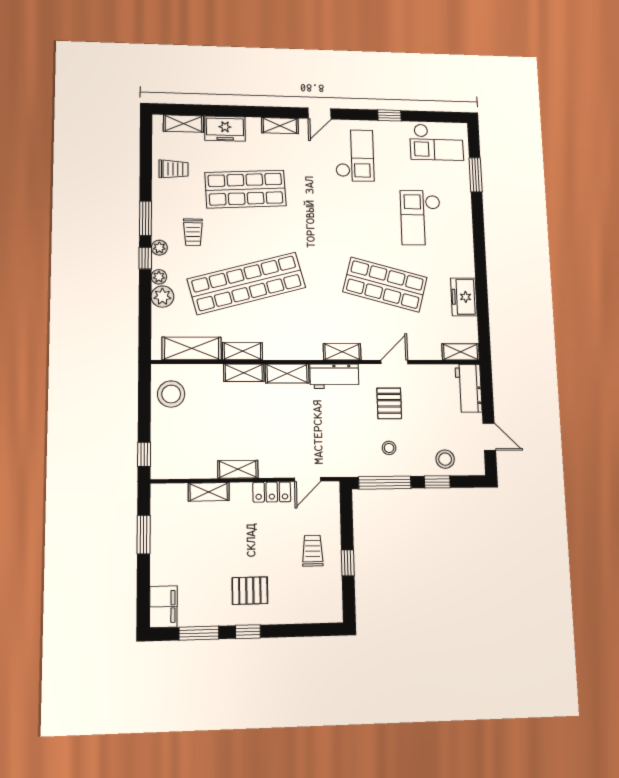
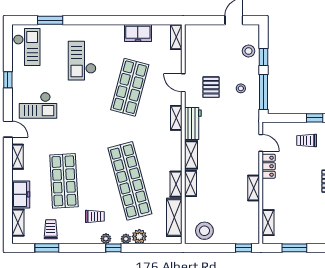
checkout: (354, 155) -> (38, 105), turned 180
window: (145, 218) -> (47, 248), moved
checkout: (421, 218) -> (82, 61), turned 90
workbench: (469, 388) -> (201, 33), removed
pallet: (389, 403) -> (211, 87), turned 90
shelving: (209, 492) -> (268, 223), moved

